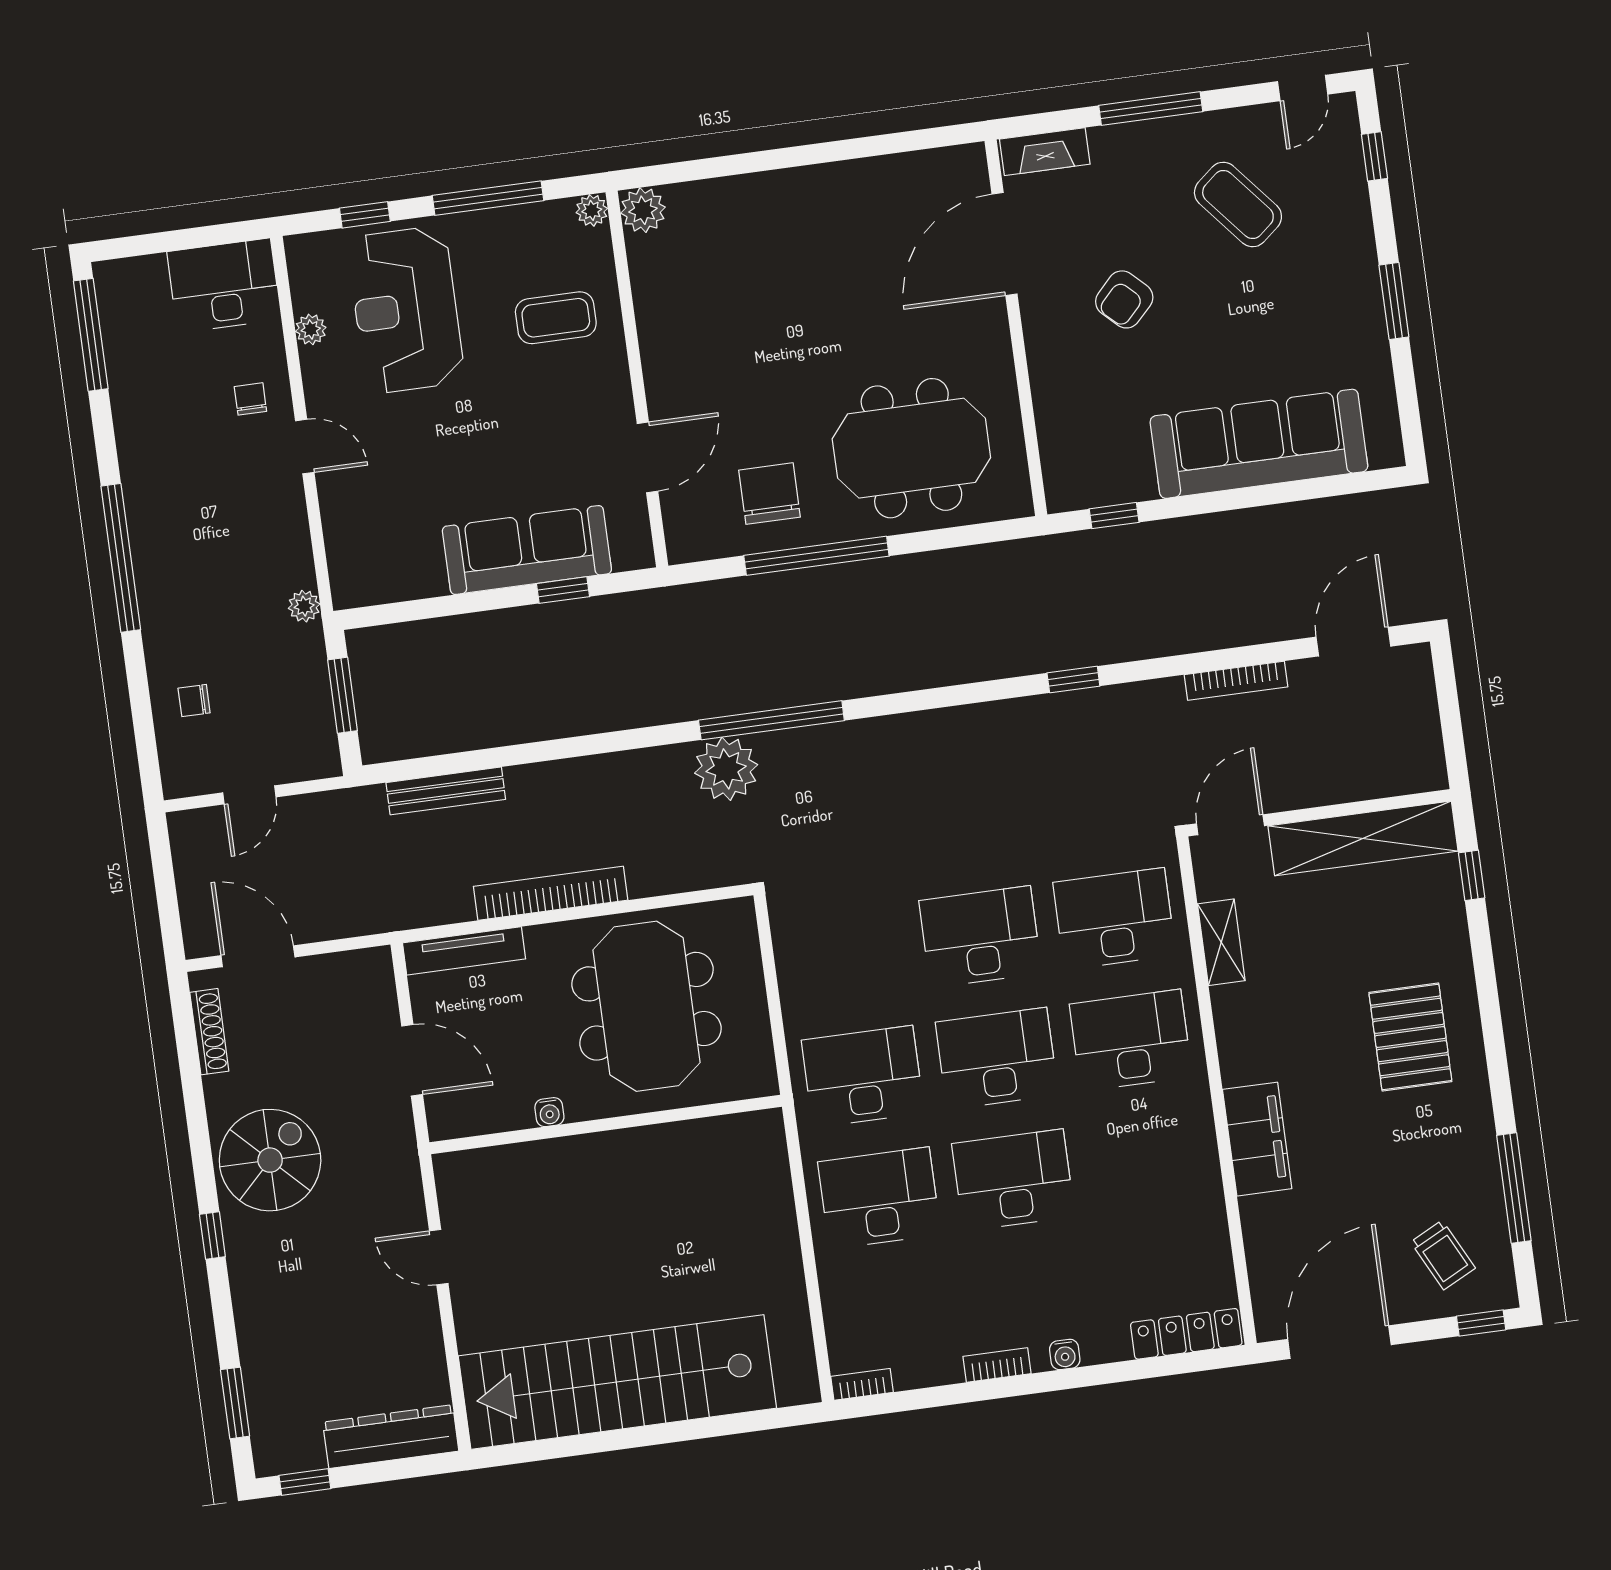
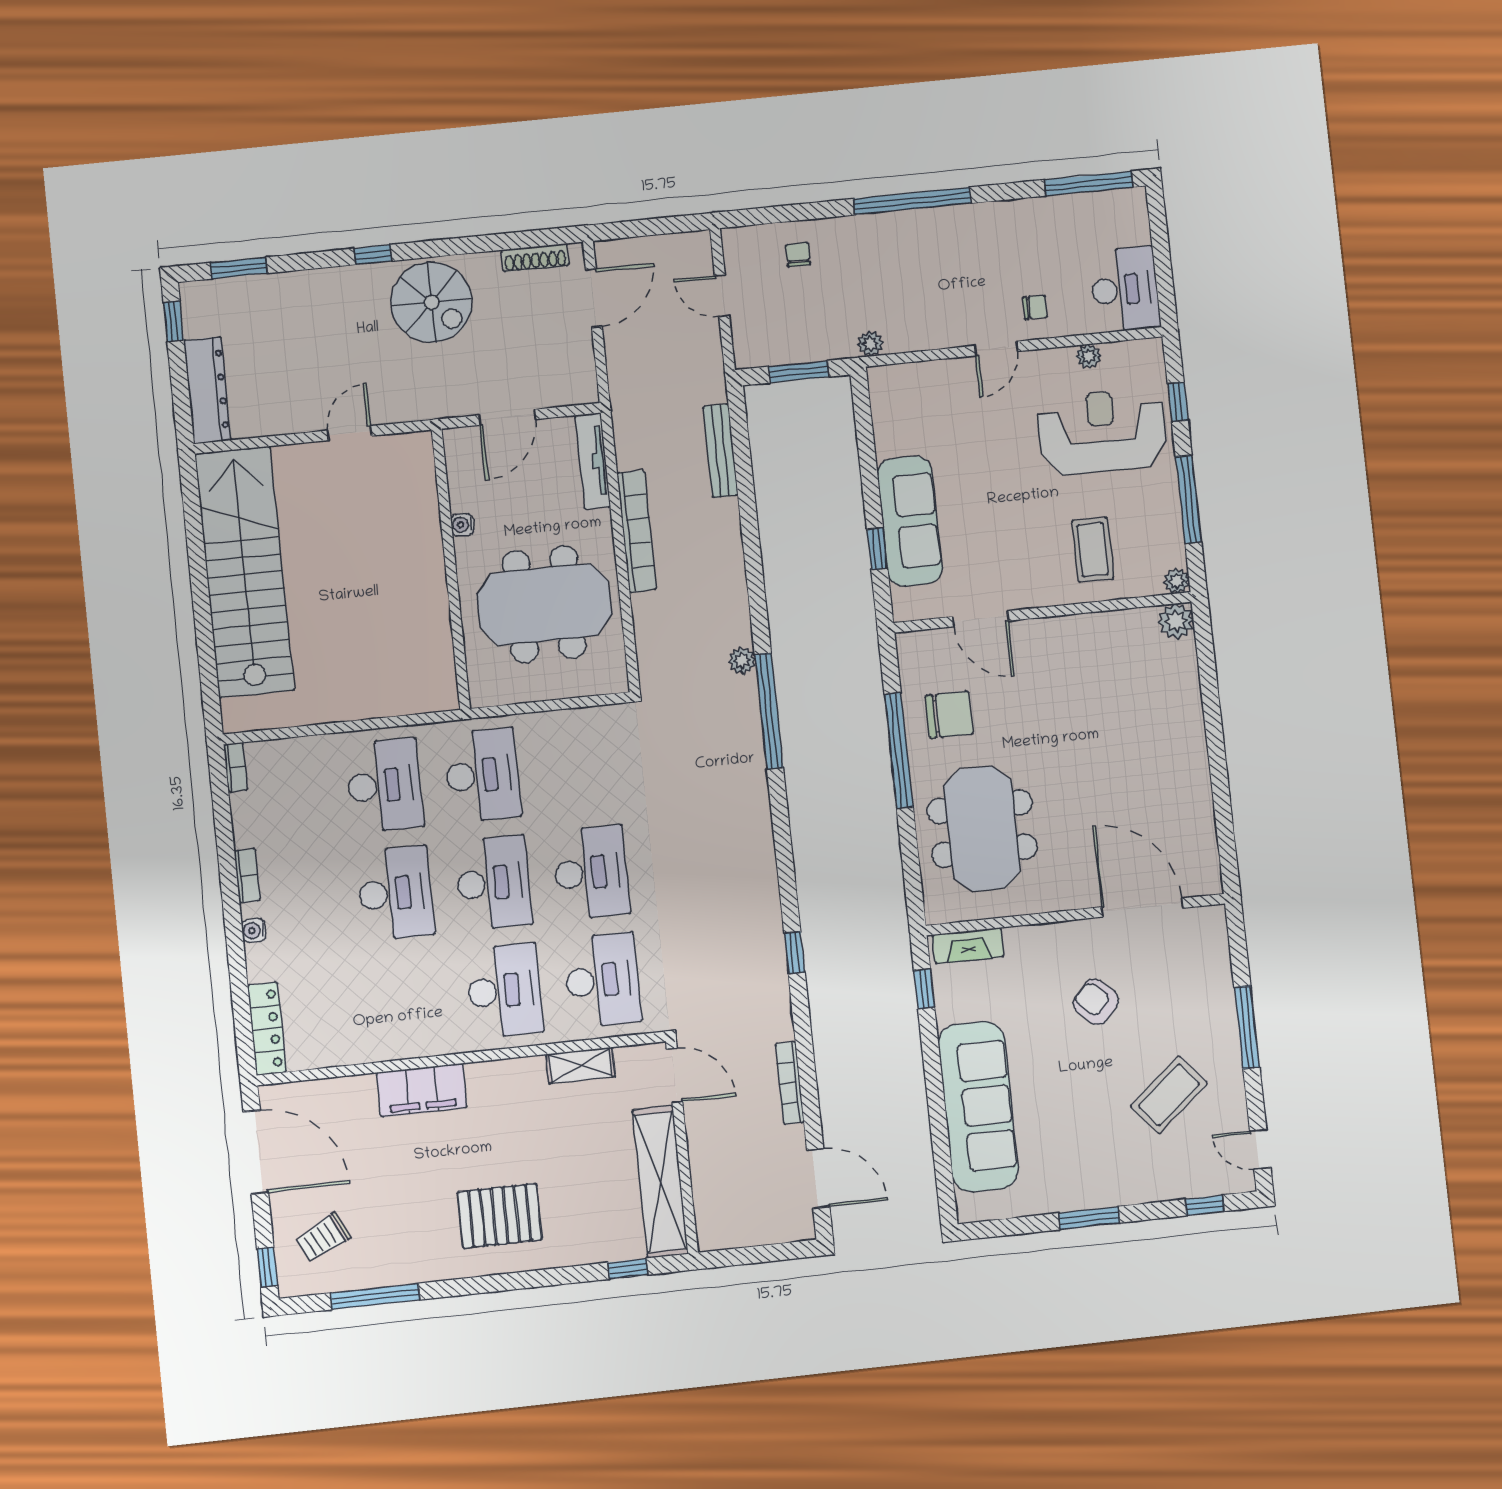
fireplace: (1045, 152) -> (968, 946), moved, turned -90
plant: (726, 769) -> (742, 661), width x0.53, depth x0.53

